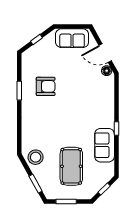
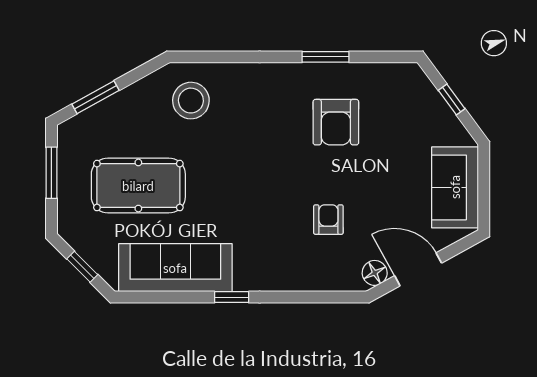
door: (105, 53) -> (418, 269), hinge flipped
armchair: (85, 89) -> (328, 220), added
sofa: (105, 145) -> (175, 268), width x1.36
stool: (36, 157) -> (191, 101), moved

